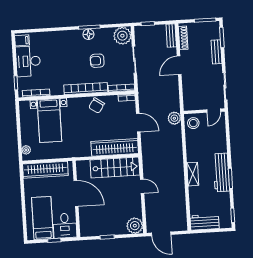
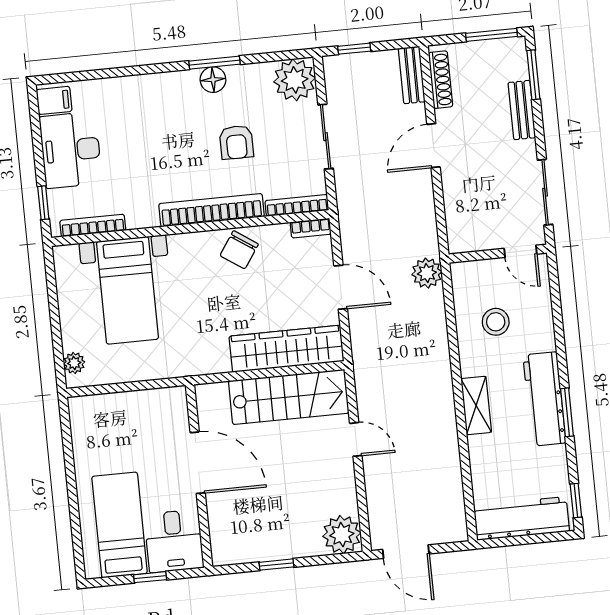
armchair: (97, 61) -> (236, 142), turned -90
door: (214, 111) -> (520, 251), hinge flipped
stool: (193, 123) -> (496, 322), moved
wardrobe: (45, 170) -> (122, 409), removed
workbench: (205, 222) -> (522, 518), width x1.38

